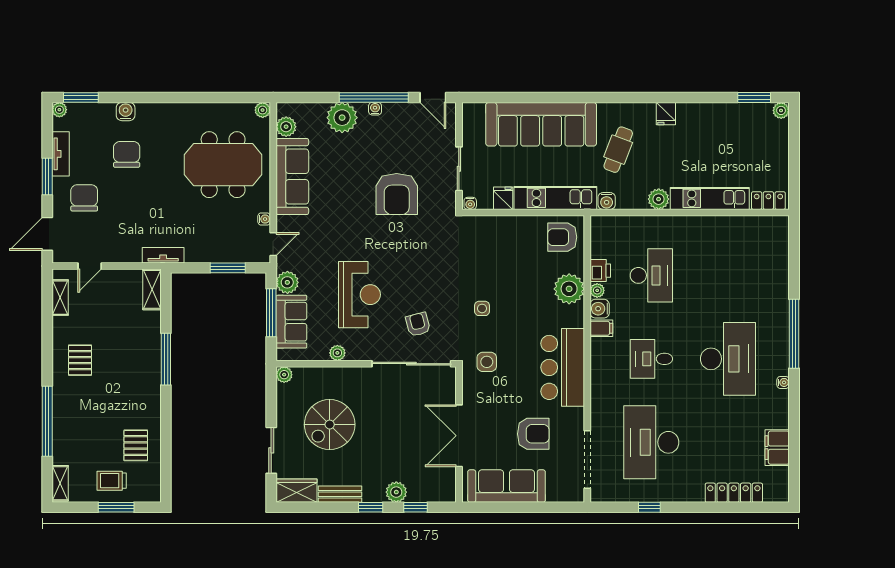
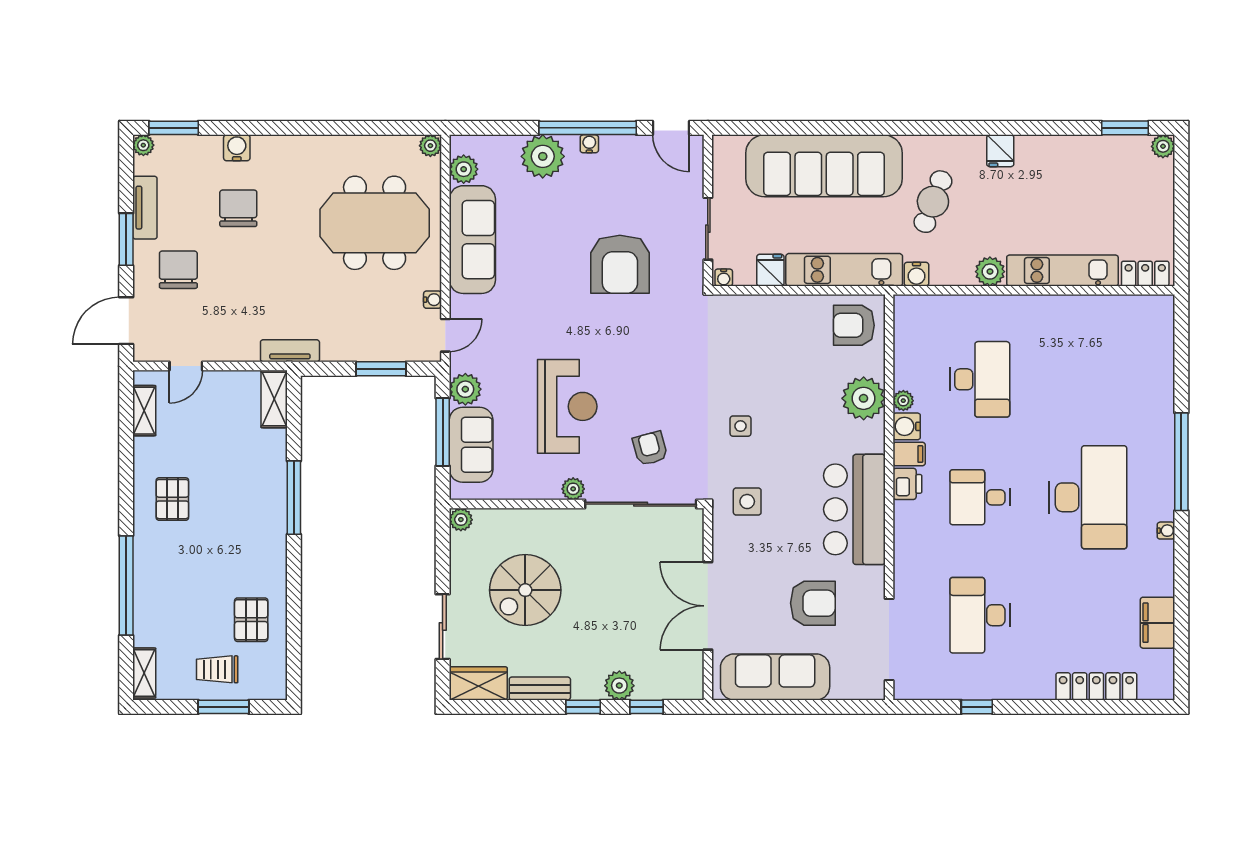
printer: (600, 271) -> (907, 484), moved
plant: (337, 353) -> (573, 489), moved
desk: (651, 442) -> (980, 615), width x0.73, depth x0.77

